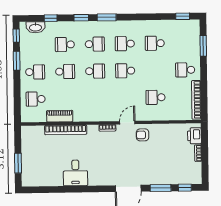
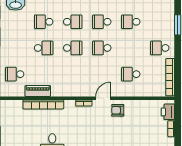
school desk: (35, 72) -> (15, 48), removed

